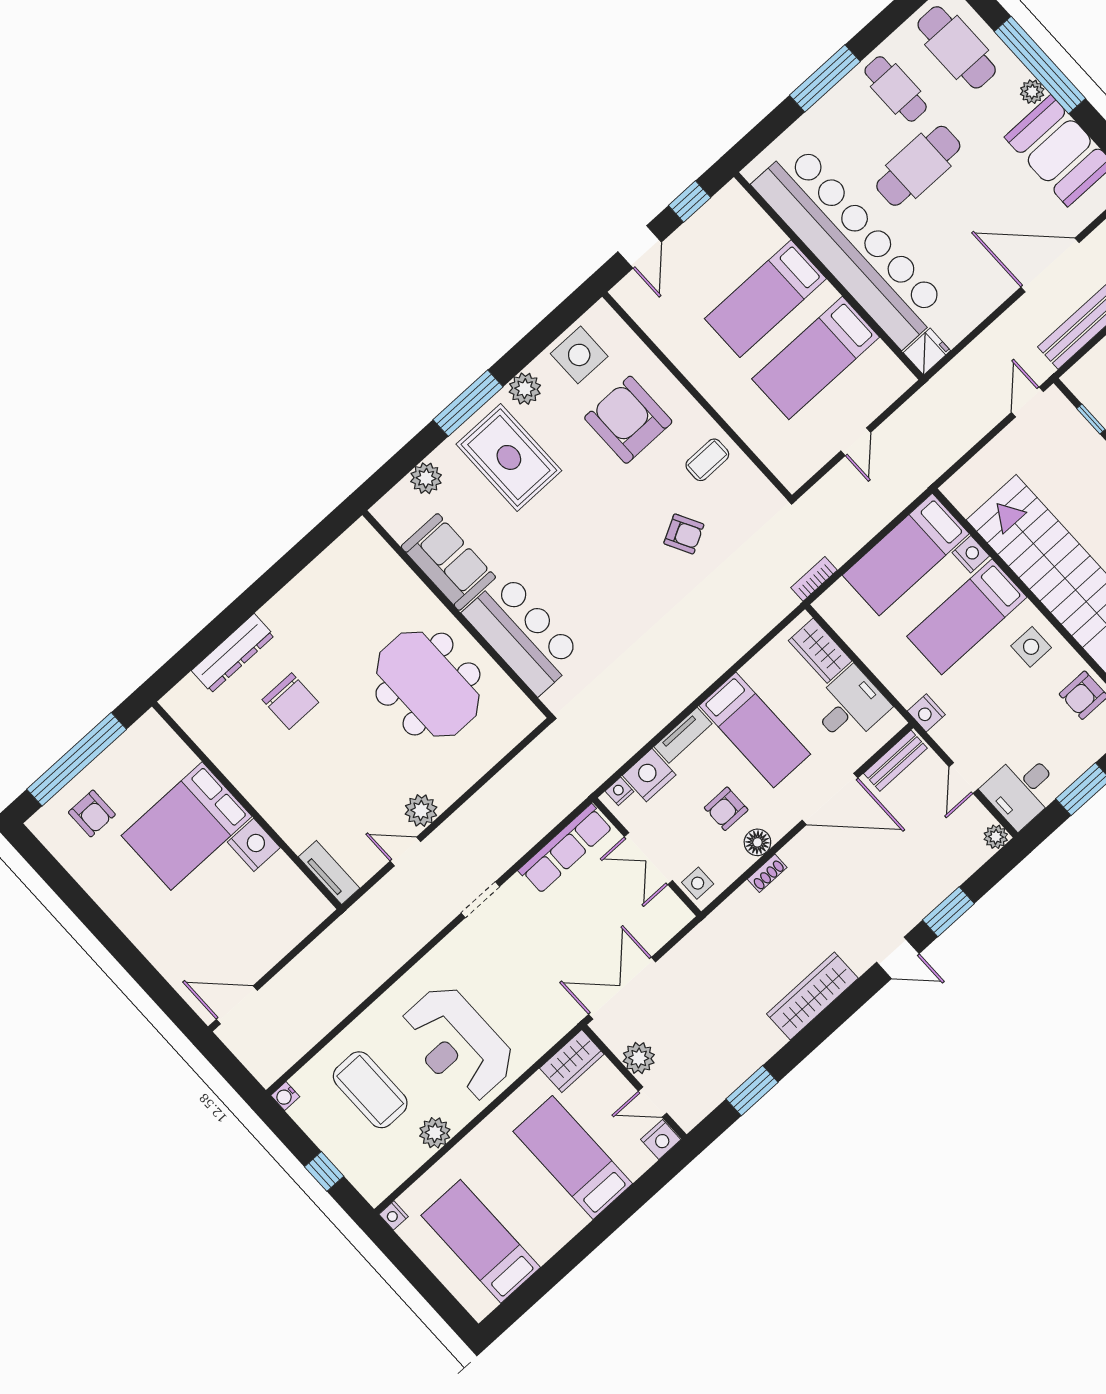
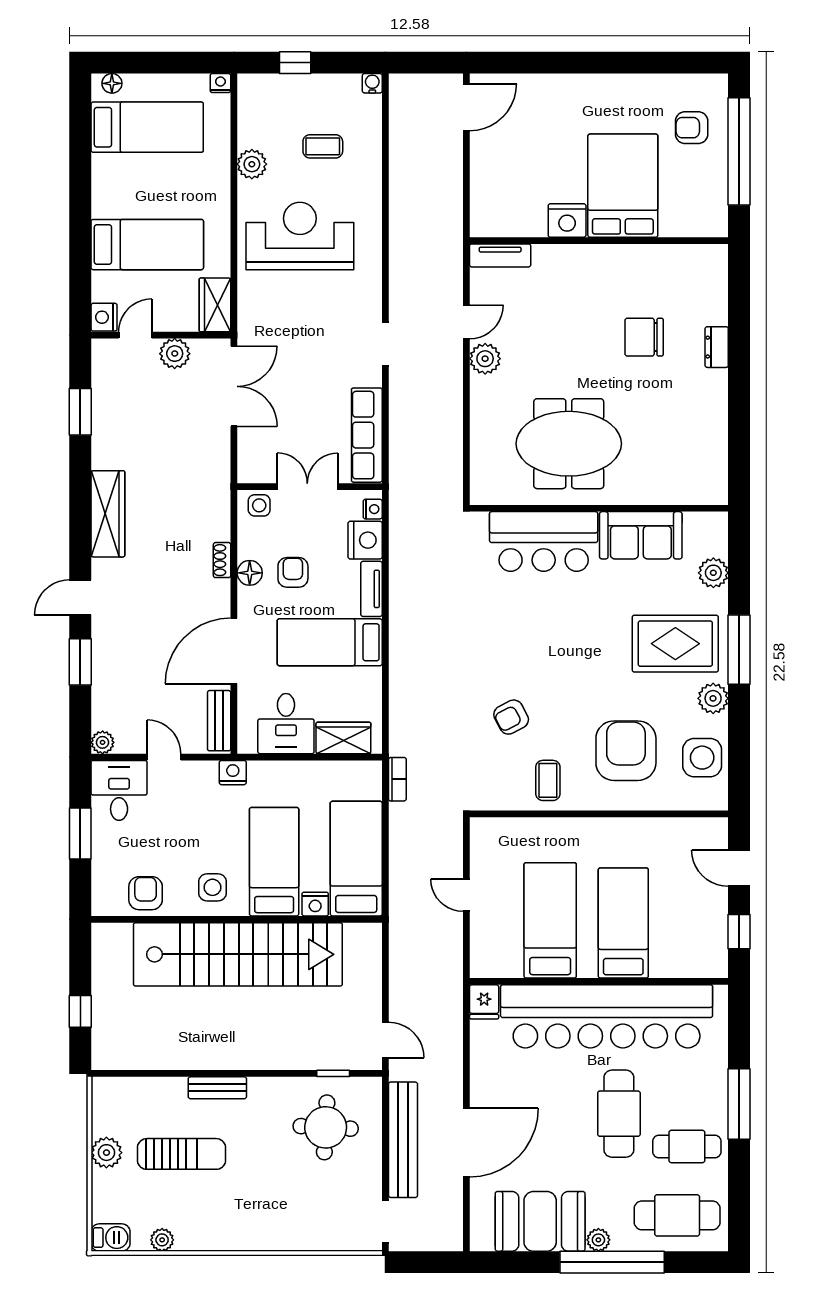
armchair: (628, 420) -> (626, 751), turned -90
dresser: (233, 653) -> (717, 347), width x0.51, depth x0.80
coffee table: (370, 1090) -> (323, 146), width x0.54, depth x0.58
floor lamp: (471, 1300) -> (112, 83), added

